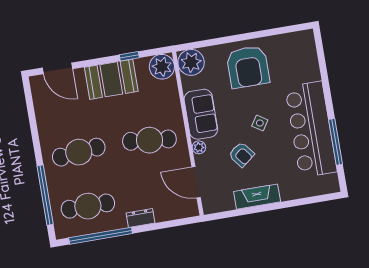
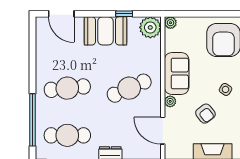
plant: (191, 62) -> (170, 23), width x0.53, depth x0.53
cafe table: (149, 140) -> (129, 88), turned -30

